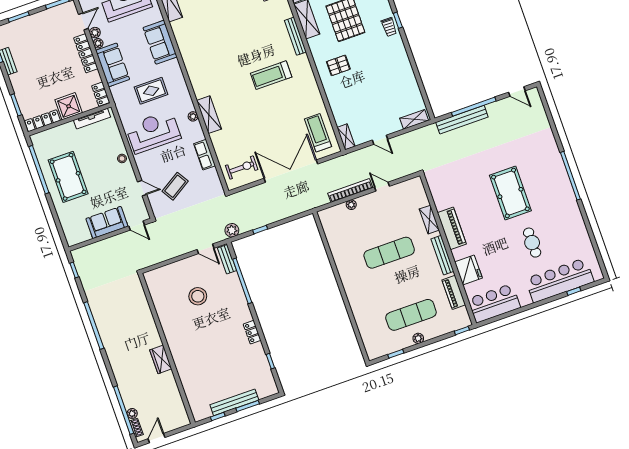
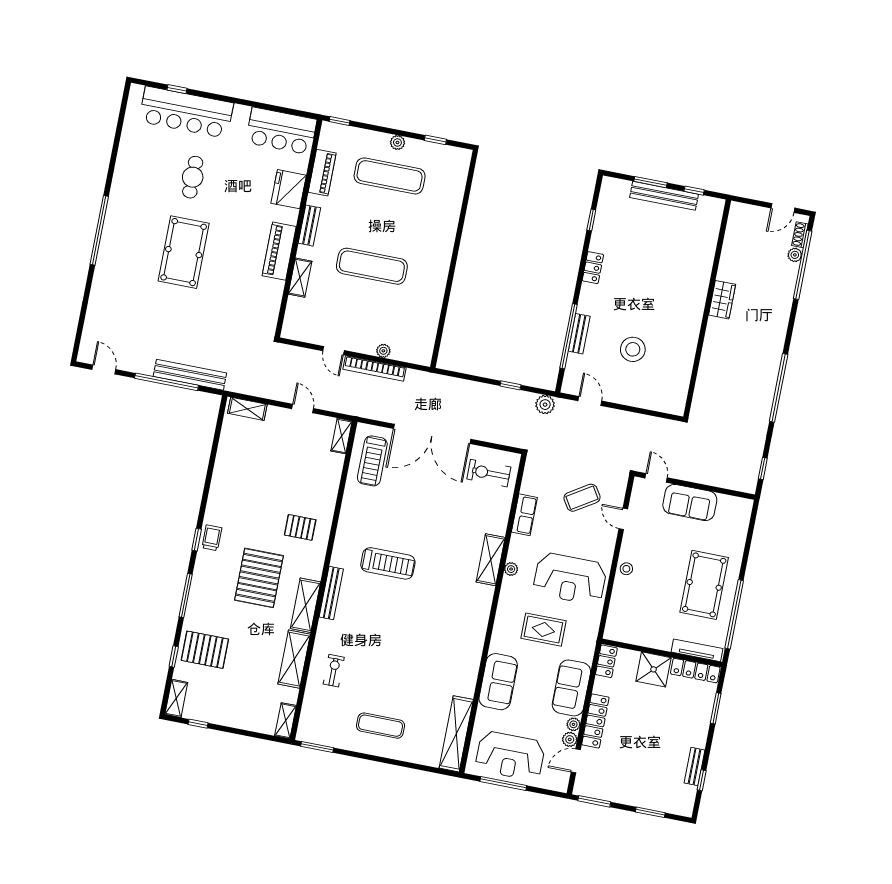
tv unit: (92, 119) -> (697, 650), moved
bench: (442, 255) -> (309, 226), width x0.73
bench: (227, 259) -> (579, 334), moved

